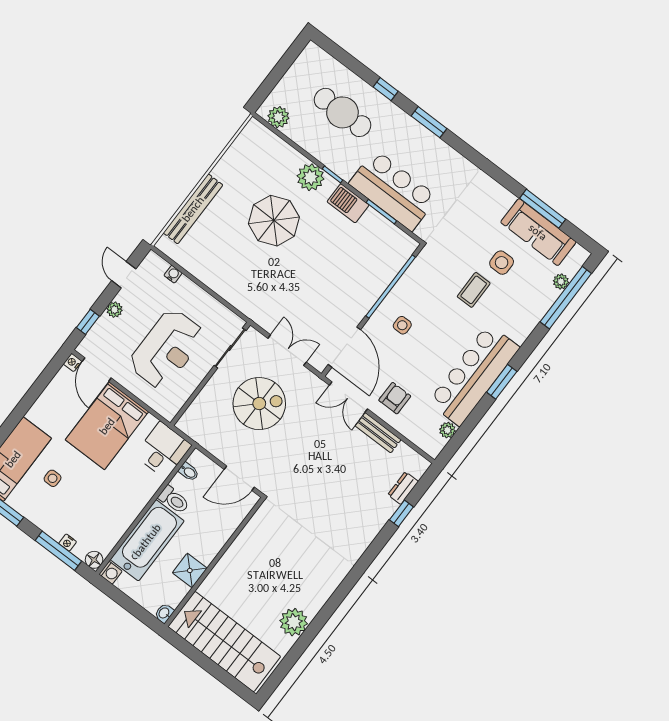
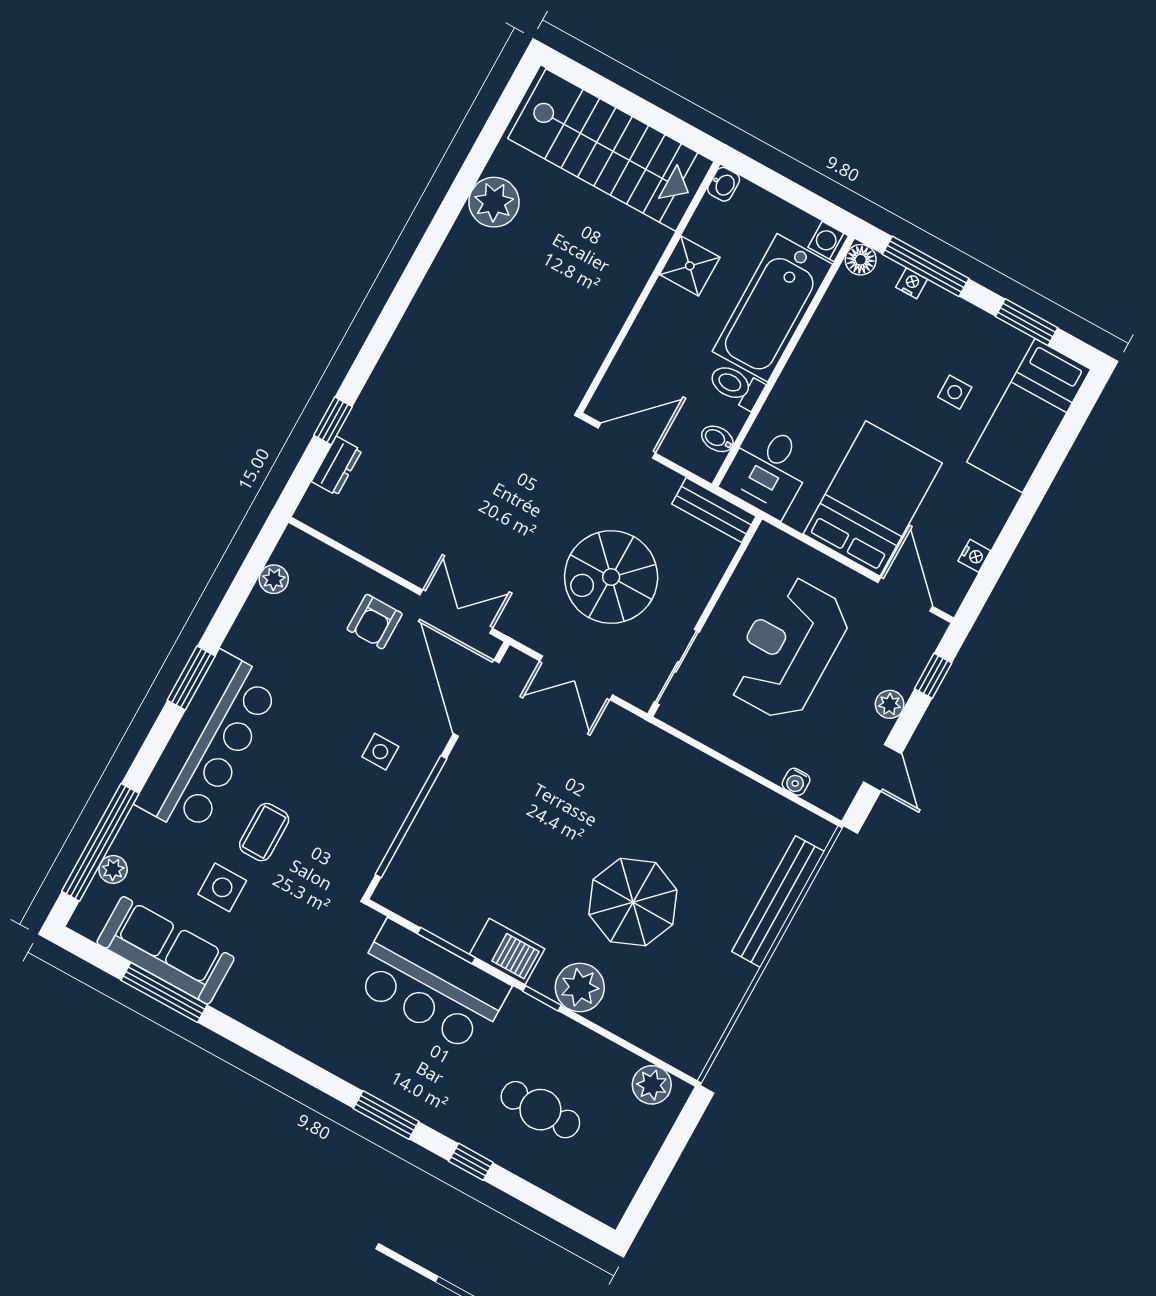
cafe table: (342, 112) -> (540, 1110), width x0.73, depth x0.74
nightstand: (73, 362) -> (974, 556), moved
bar counter: (474, 375) -> (208, 744), moved
bench: (378, 433) -> (714, 510), moved

